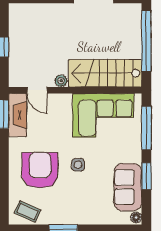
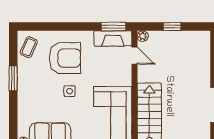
plant: (61, 81) -> (143, 36), moved
door: (37, 90) -> (134, 56), swing flipped

